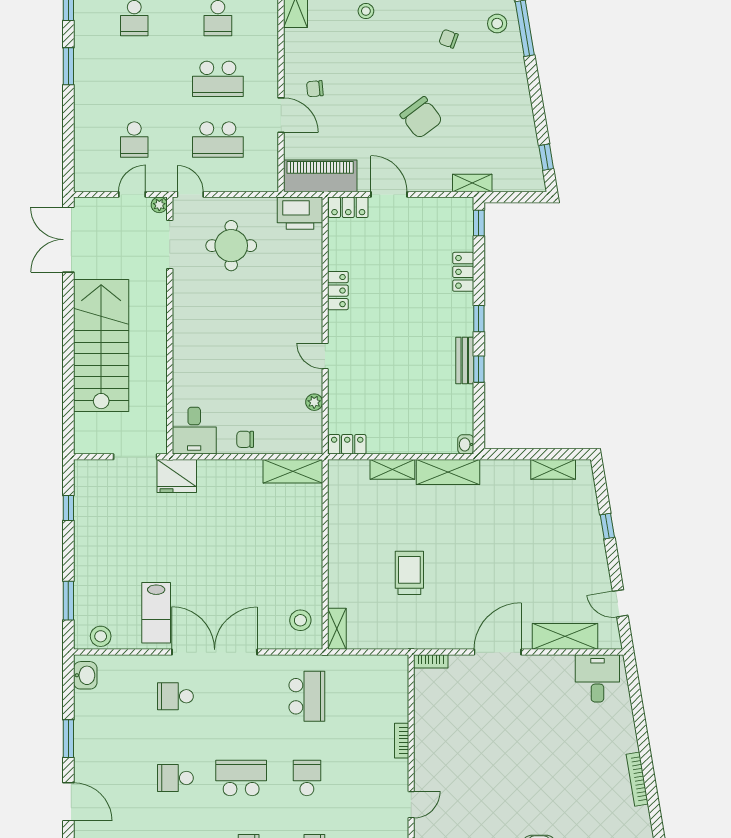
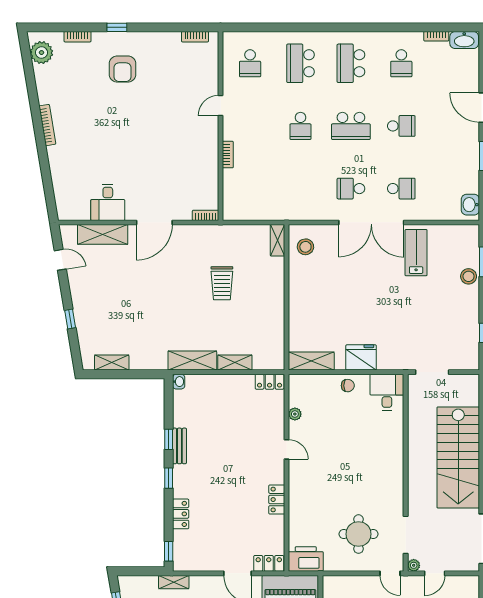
fridge: (177, 476) -> (361, 357), moved
stool: (101, 636) -> (469, 276), moved
desk: (597, 678) -> (108, 202), moved
school desk: (307, 696) -> (351, 189), moved, width x0.54

